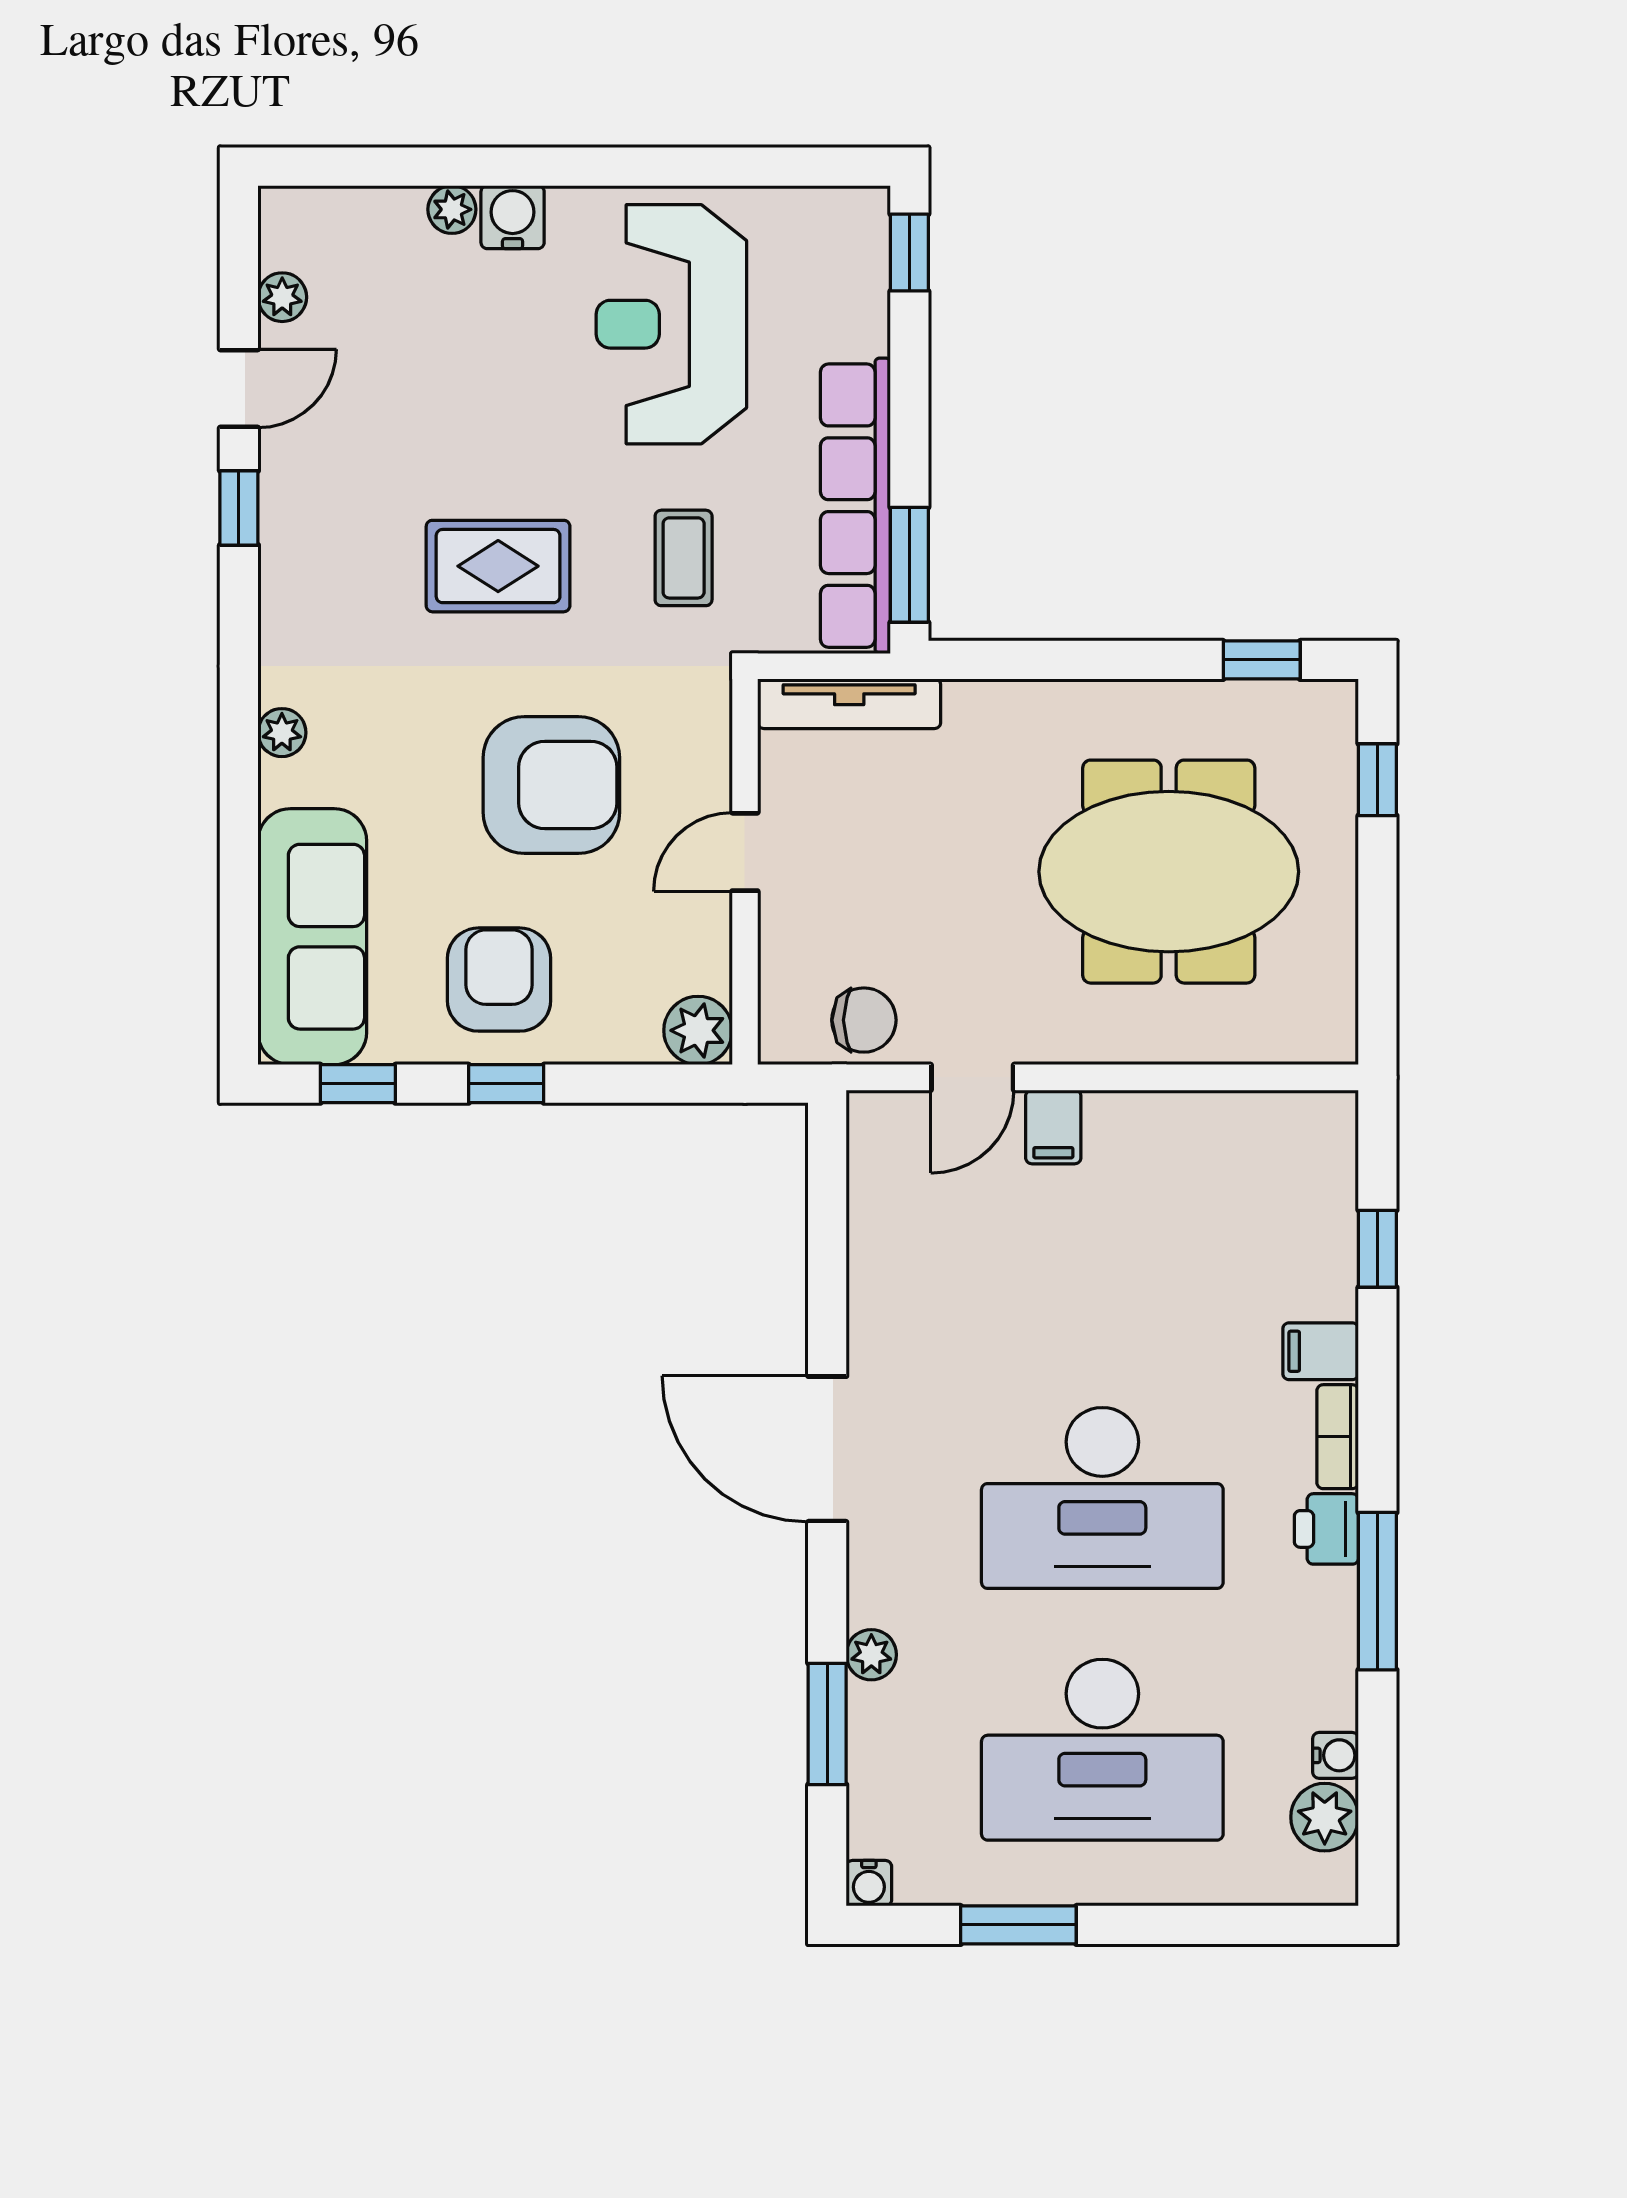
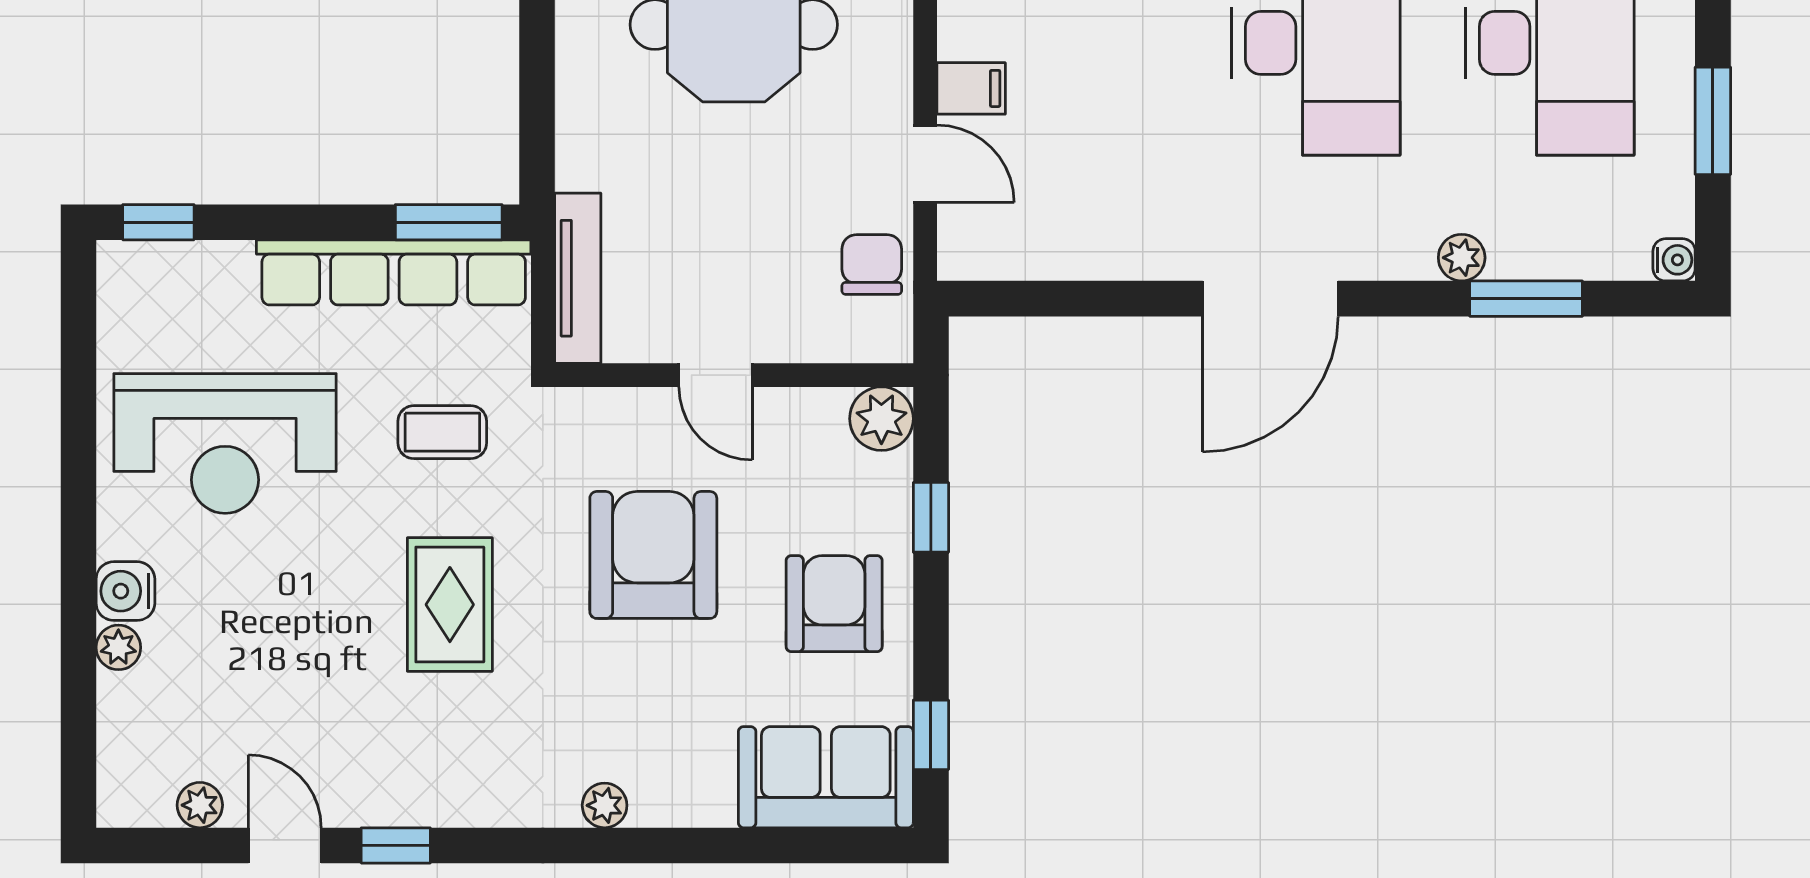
sofa: (312, 937) -> (826, 777), width x0.73
armchair: (499, 980) -> (834, 604), turned 90
window: (506, 1084) -> (931, 517), moved

